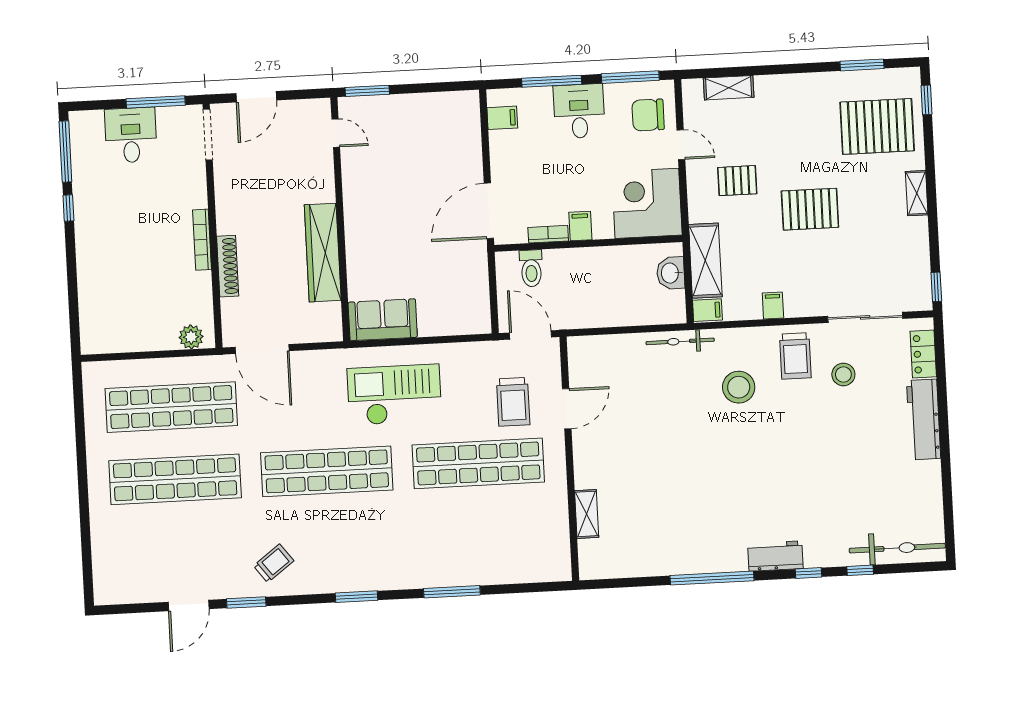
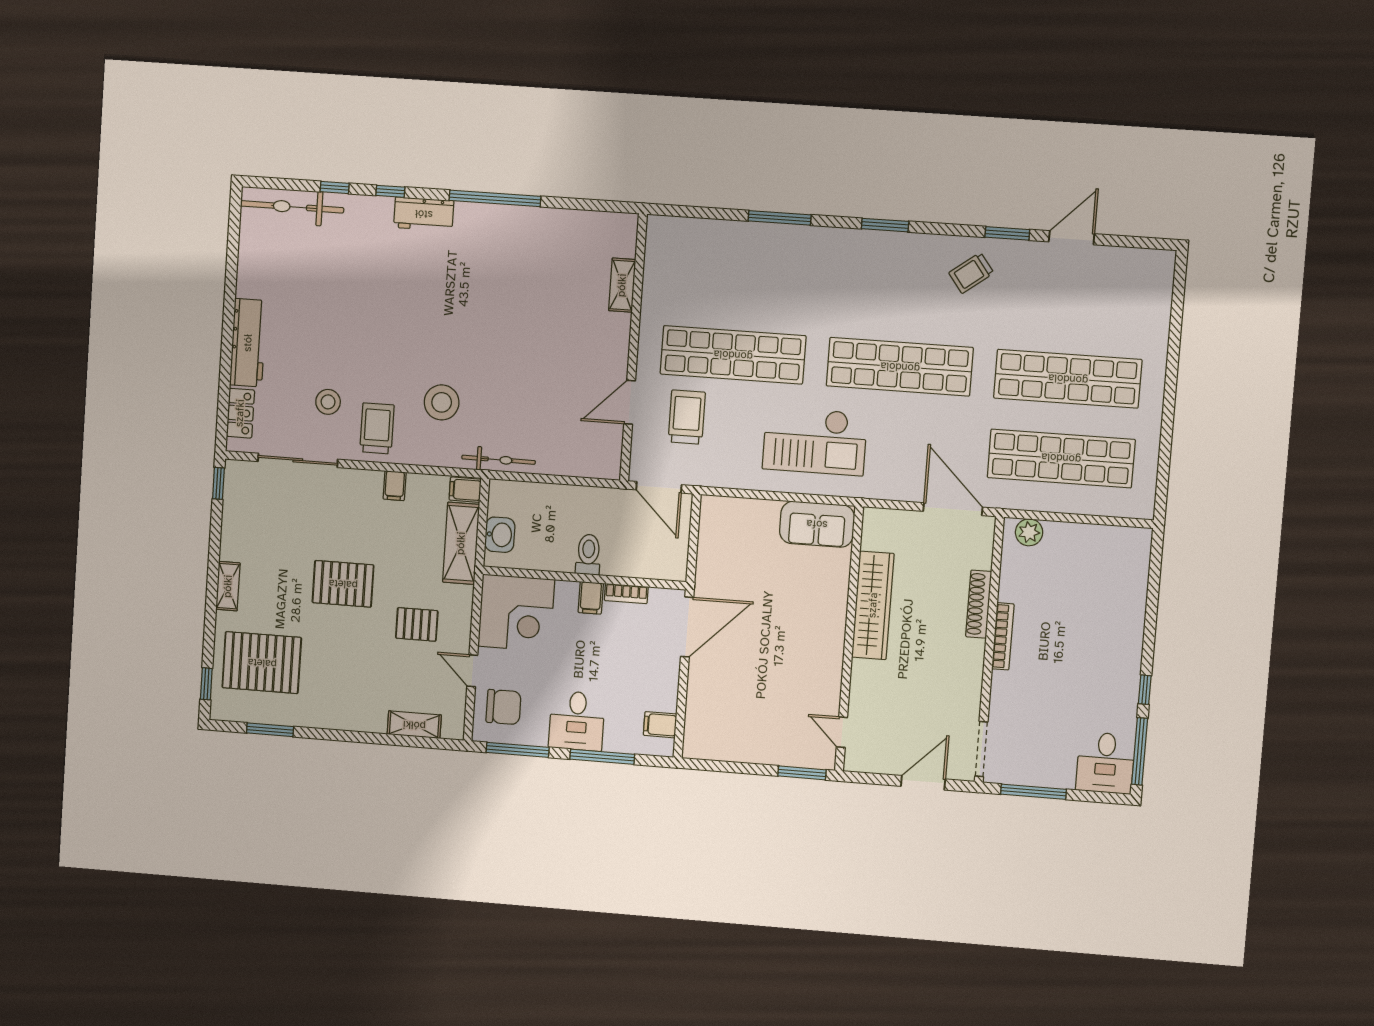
desk: (131, 135) -> (1105, 763), moved
toilet: (531, 268) -> (588, 554), moved

